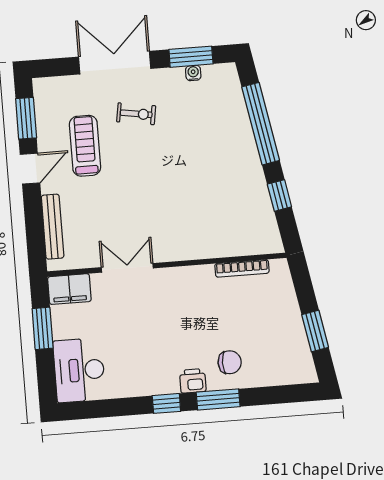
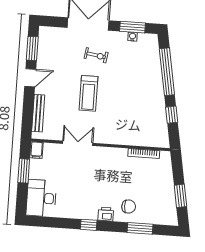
treadmill: (85, 146) -> (89, 93), moved, turned 180
filing cabinet: (69, 289) -> (36, 150), width x0.50
window: (218, 399) -> (140, 228), moved

